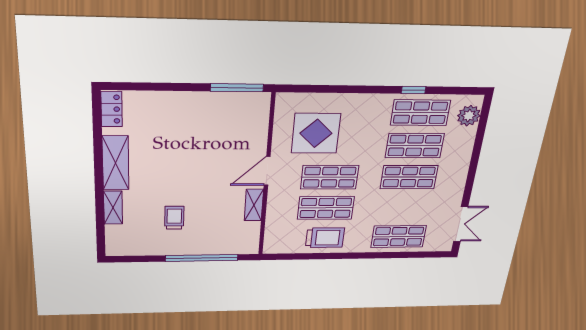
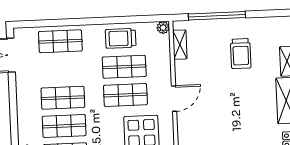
shelving: (254, 205) -> (180, 45), moved
trolley: (174, 218) -> (241, 54), width x1.36, depth x1.39
plant: (271, 247) -> (163, 28), added

